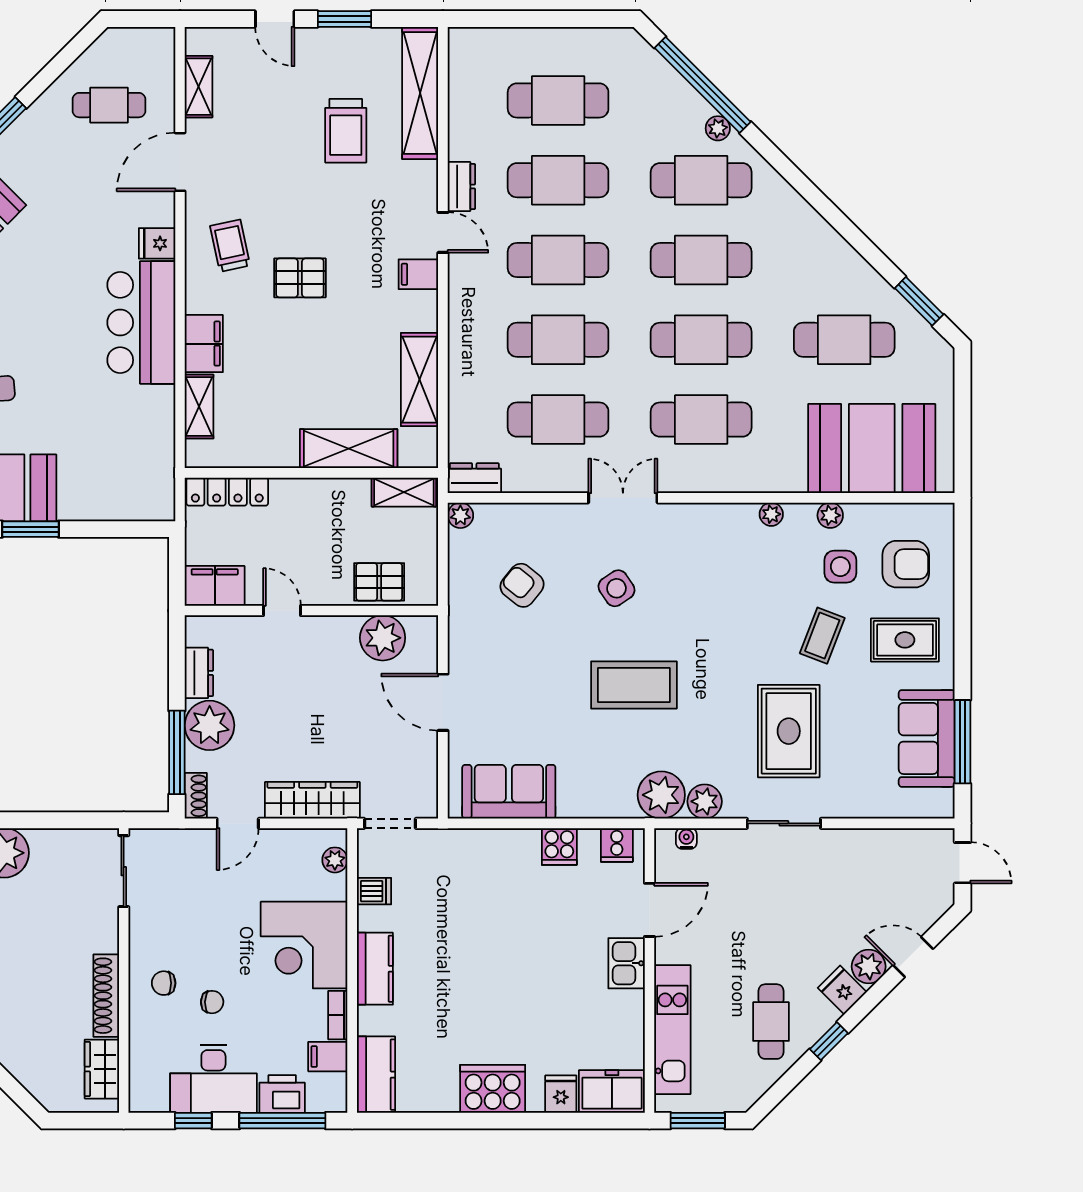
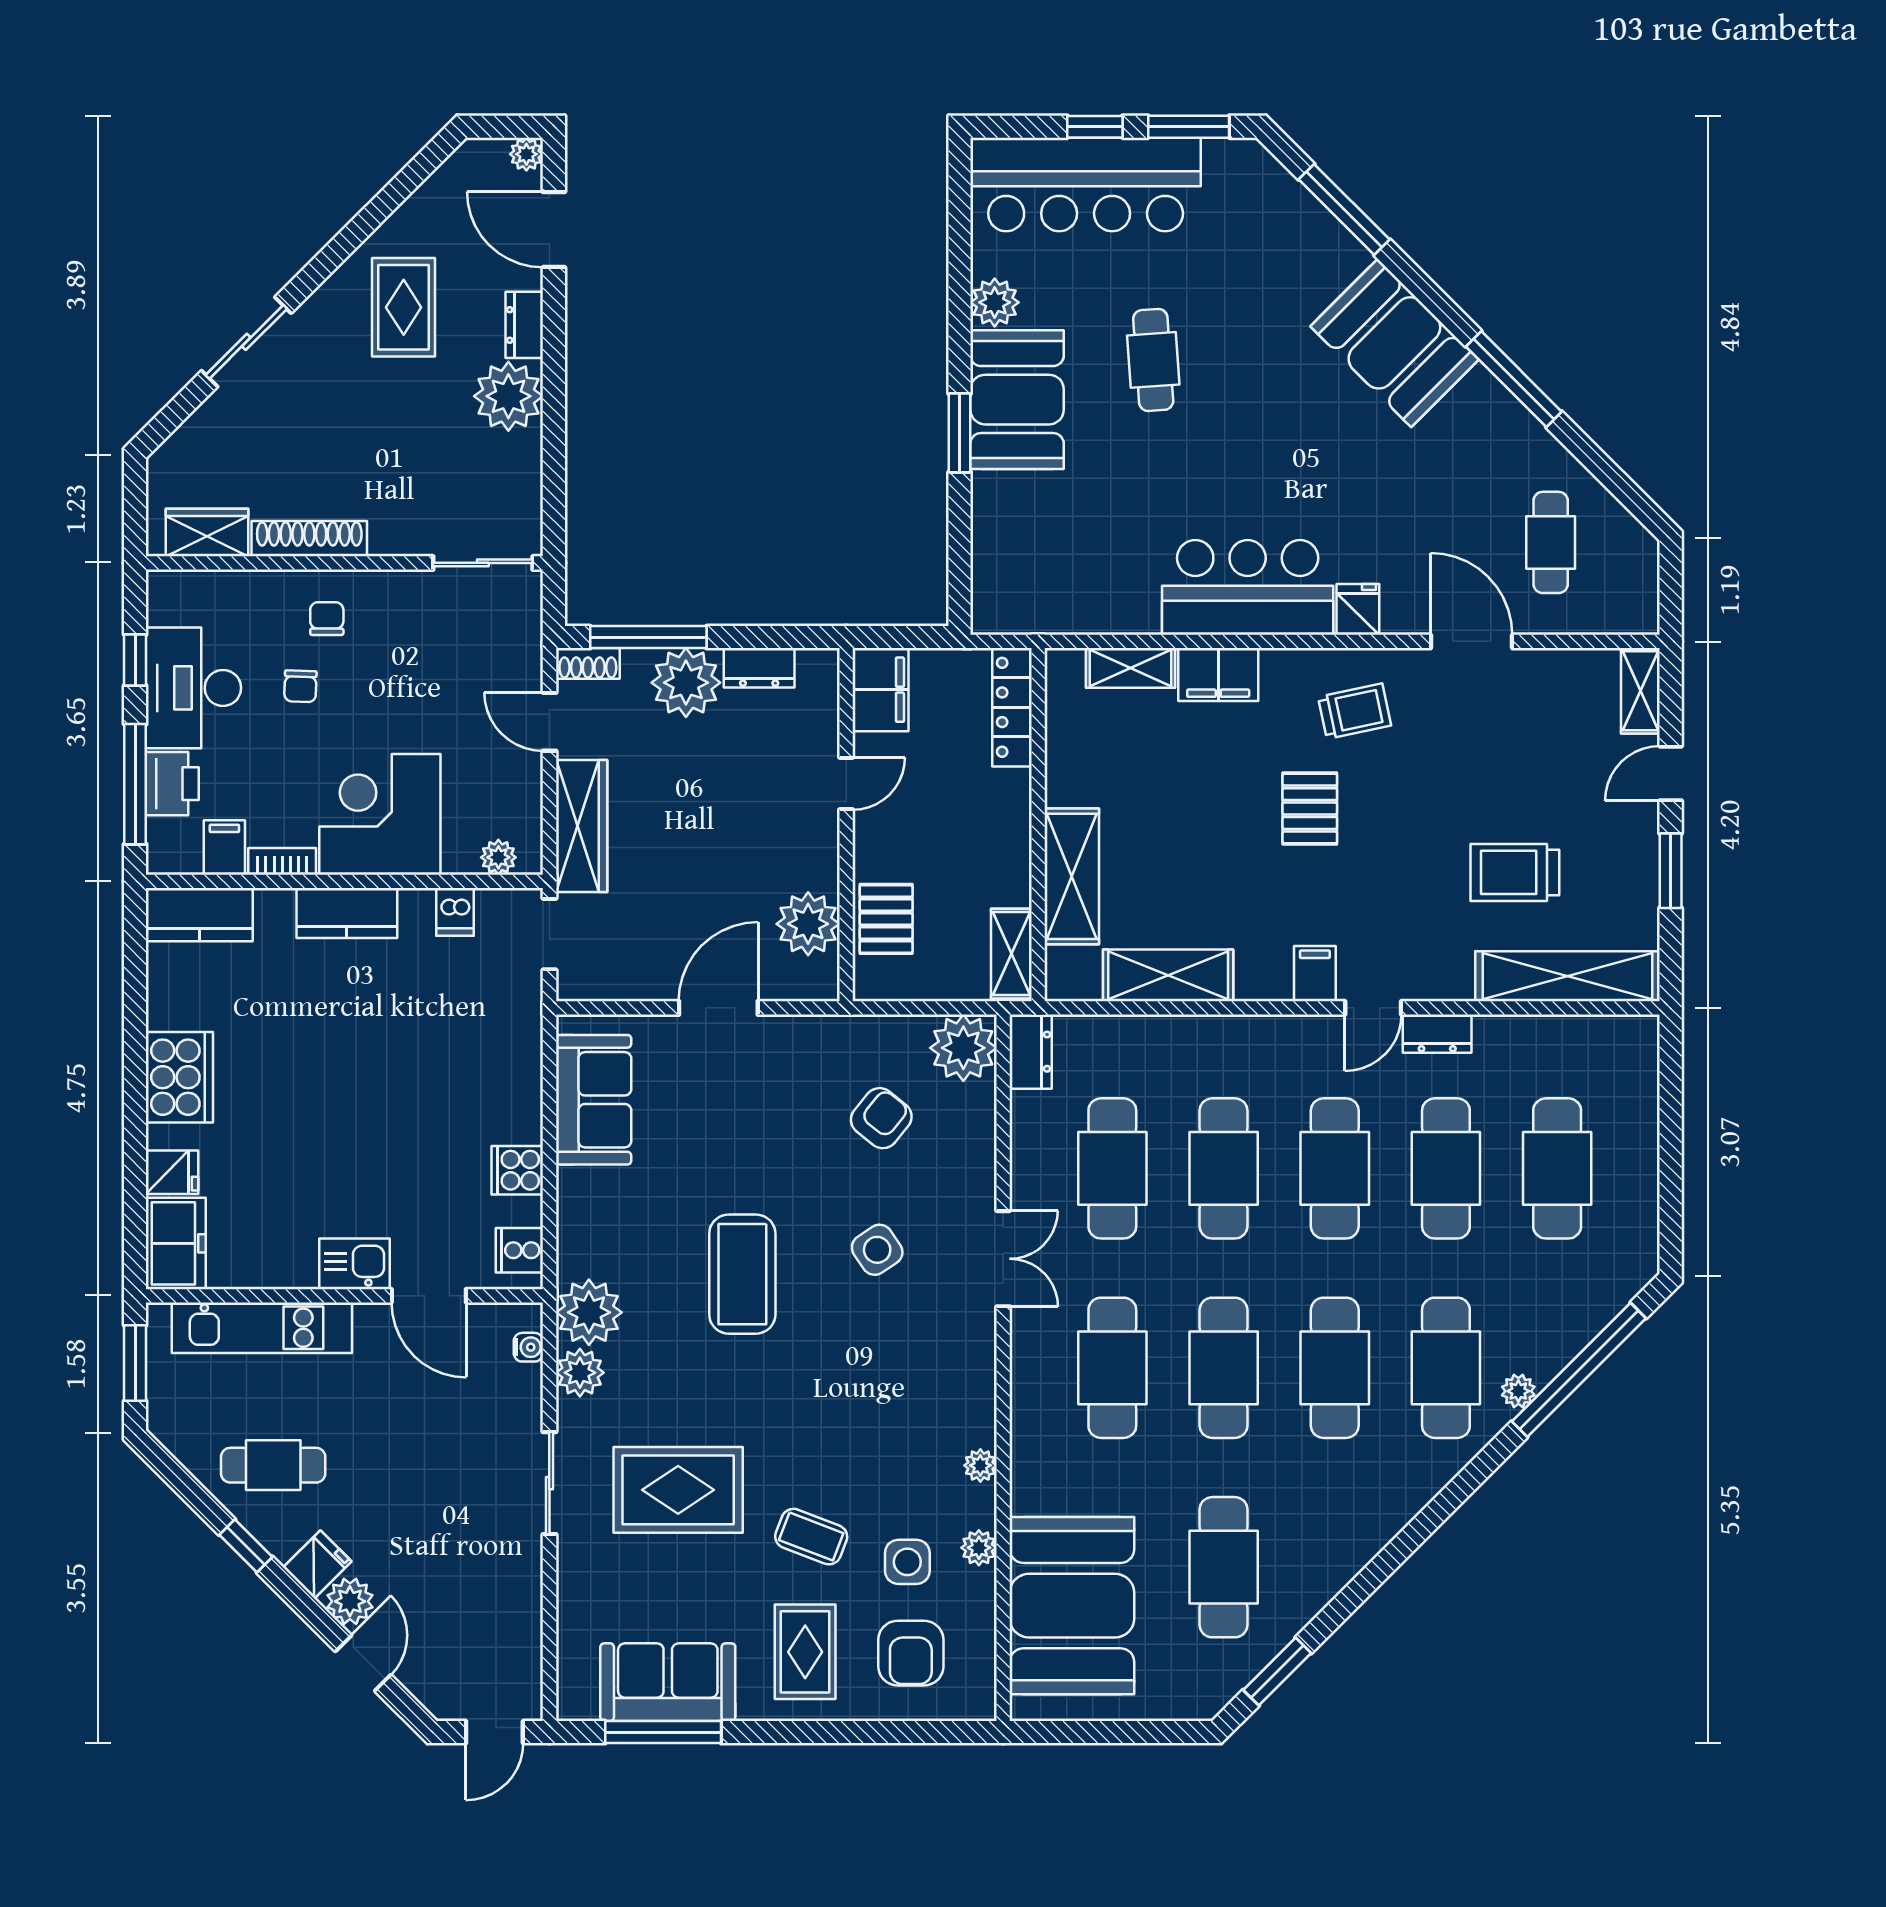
shelving: (199, 87) -> (1640, 691), moved, turned 90
plant: (460, 515) -> (963, 1048), width x1.87, depth x1.87

